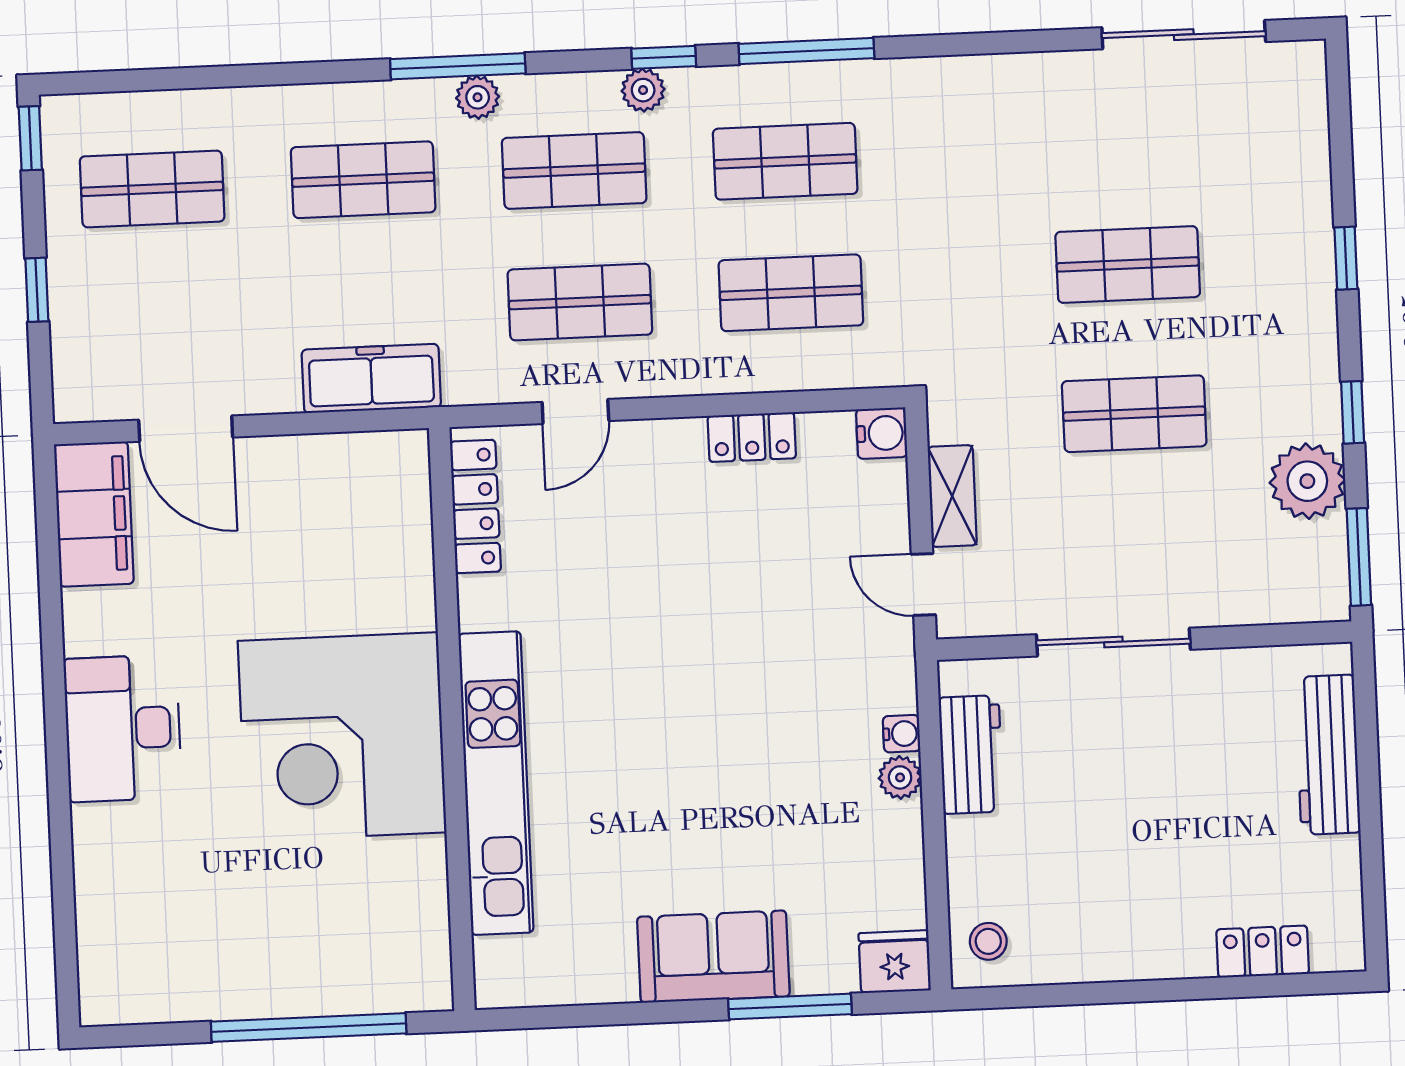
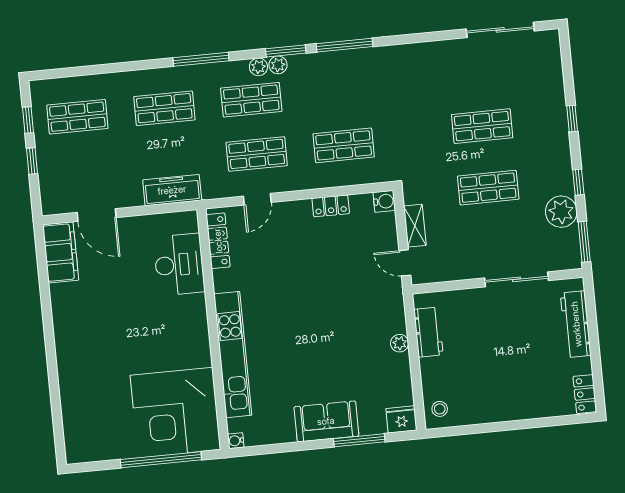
window: (664, 57) -> (286, 51), width x1.50
plant: (478, 97) -> (258, 67), moved
window: (30, 138) -> (28, 120), moved
shop shelf: (785, 161) -> (338, 91), removed
sliding door: (1113, 642) -> (516, 279), moved
desk: (123, 728) -> (179, 265), moved, turned 180
water cooler: (901, 734) -> (236, 441), moved, turned 180
corner desk: (342, 737) -> (175, 412), moved
locker: (1263, 952) -> (585, 394), moved, turned -90

